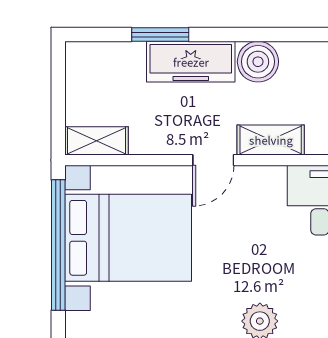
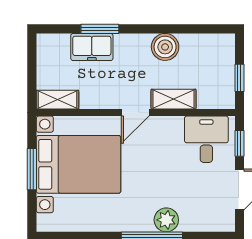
freezer: (191, 62) -> (92, 47), moved, width x0.71
window: (58, 245) -> (32, 169), width x0.47

